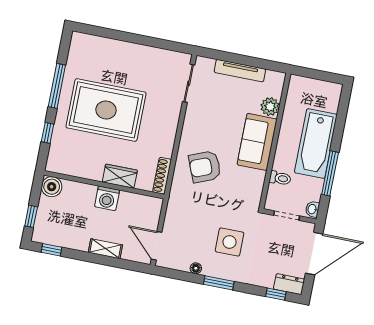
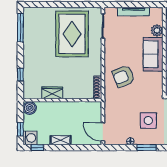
window: (57, 86) -> (20, 28), moved
rug: (106, 110) -> (72, 34), moved, turned 90
wardrobe: (120, 176) -> (52, 93), moved
washing machine: (107, 198) -> (30, 138), moved, turned -90
shelving: (105, 249) -> (61, 140), moved

